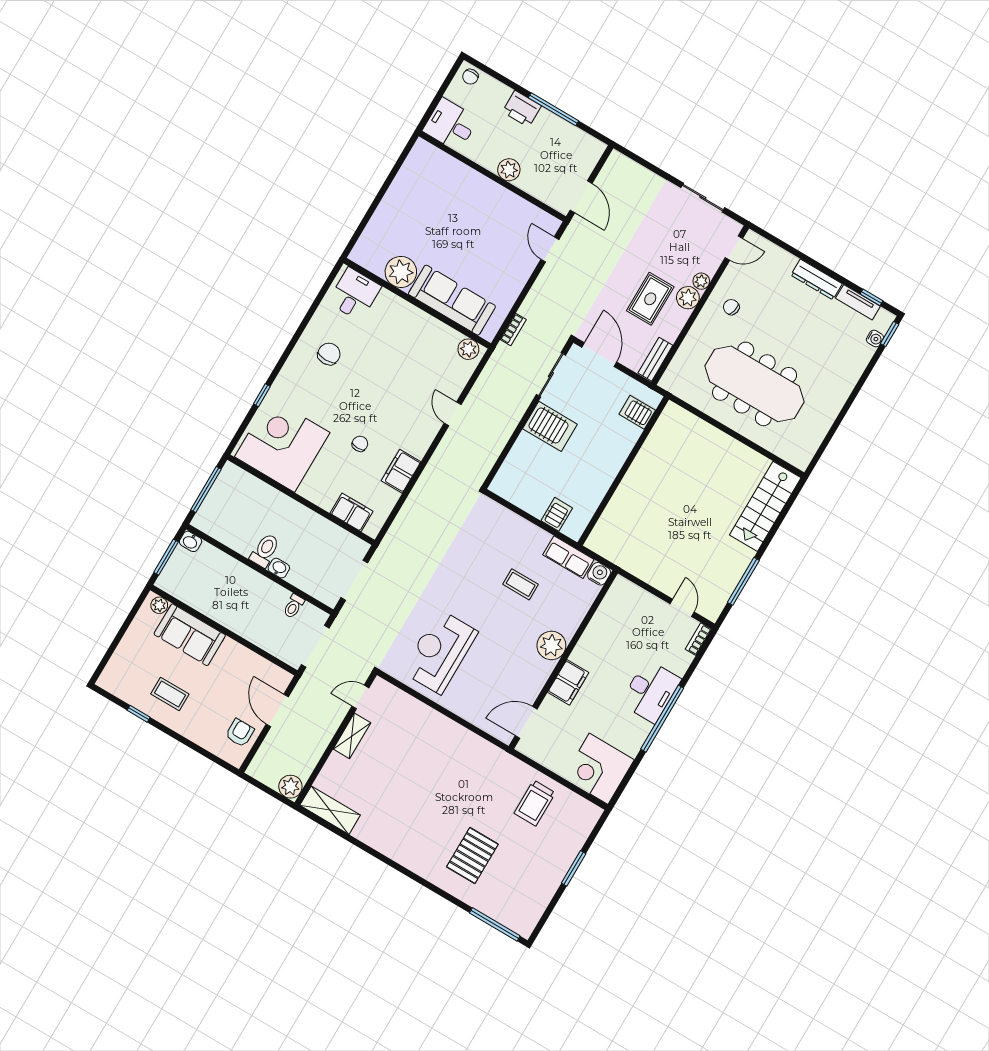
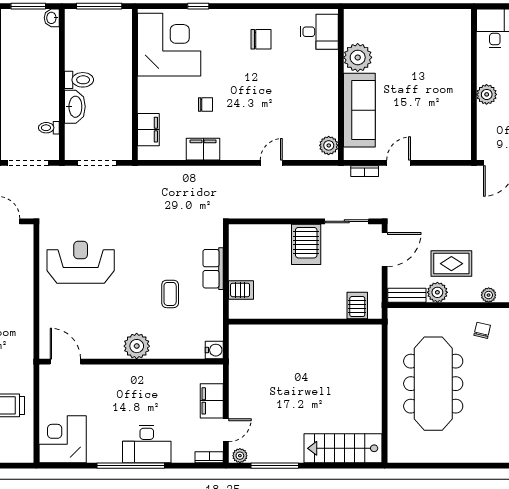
door: (550, 249) -> (399, 163), moved
plant: (688, 298) -> (437, 292), moved
row of seats: (568, 557) -> (213, 269), moved
washbasin: (279, 568) -> (75, 107), width x1.91, depth x1.45
plant: (714, 609) -> (240, 456), added
filing cabinet: (568, 682) -> (212, 401), moved, turned 90

